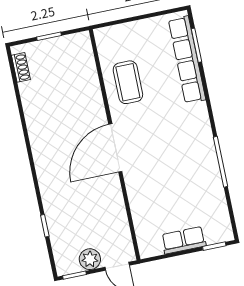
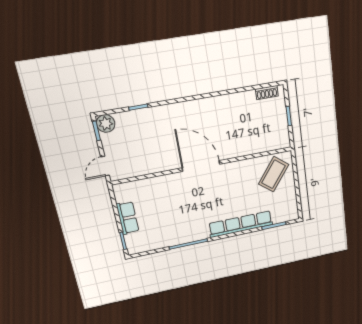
row of seats: (187, 60) -> (241, 224), moved
coffee table: (128, 82) -> (274, 174), moved, turned -52
plant: (90, 259) -> (106, 123), moved

